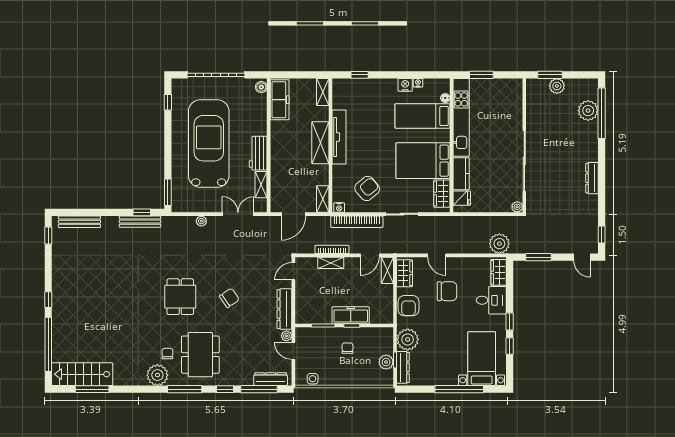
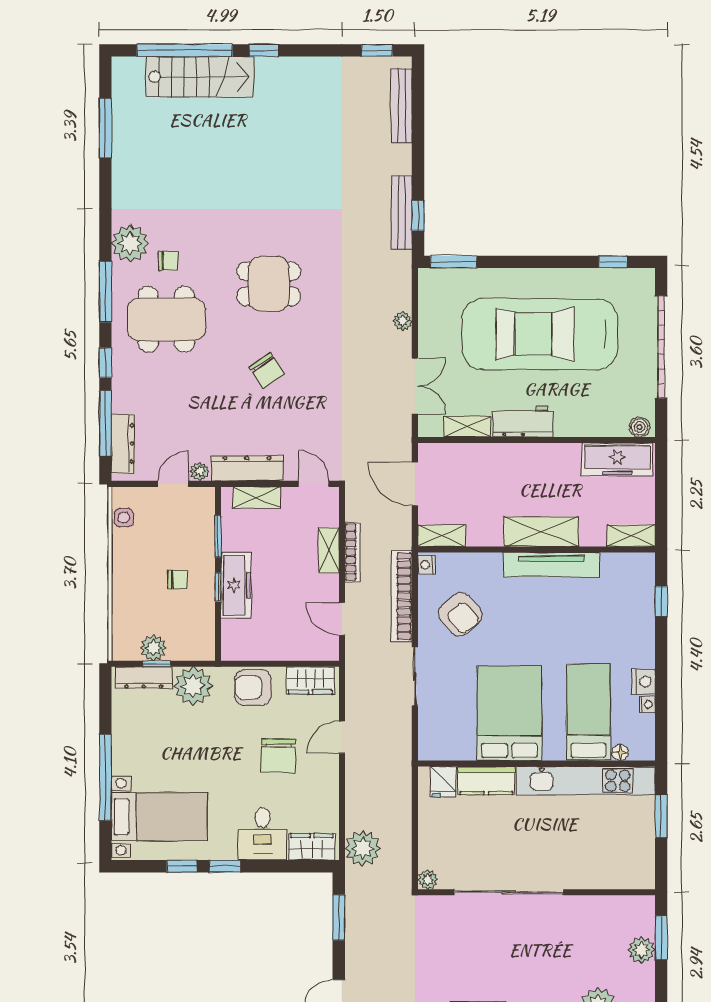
car: (209, 144) -> (540, 334), turned 180
wardrobe: (442, 194) -> (451, 746), removed
shelving: (387, 270) -> (257, 497), moved
stairs: (82, 374) -> (200, 77), moved, turned 90

